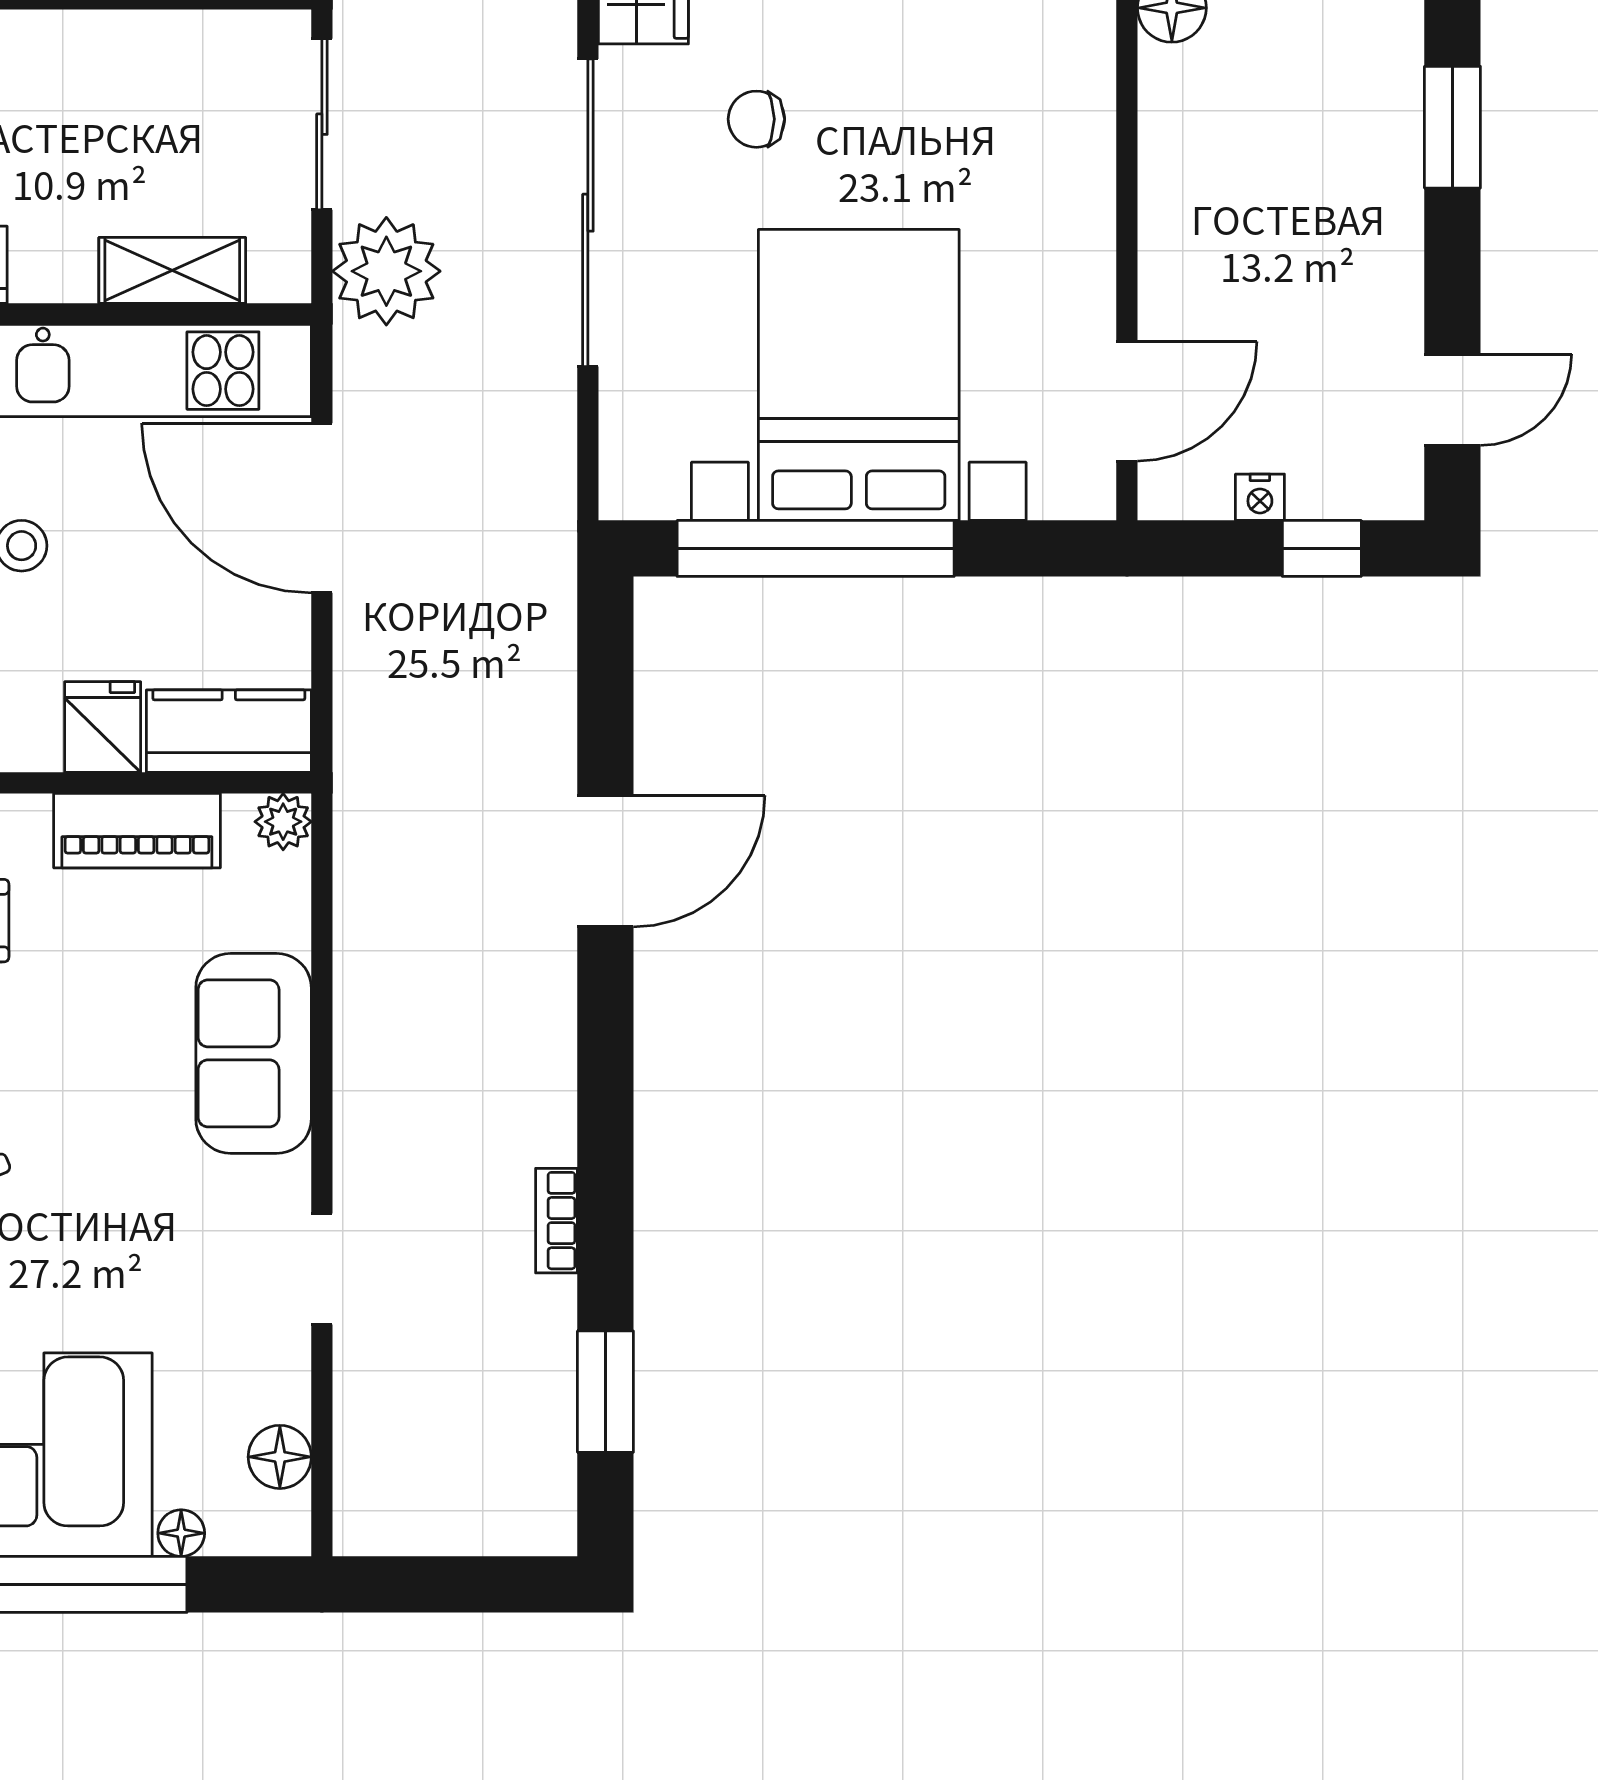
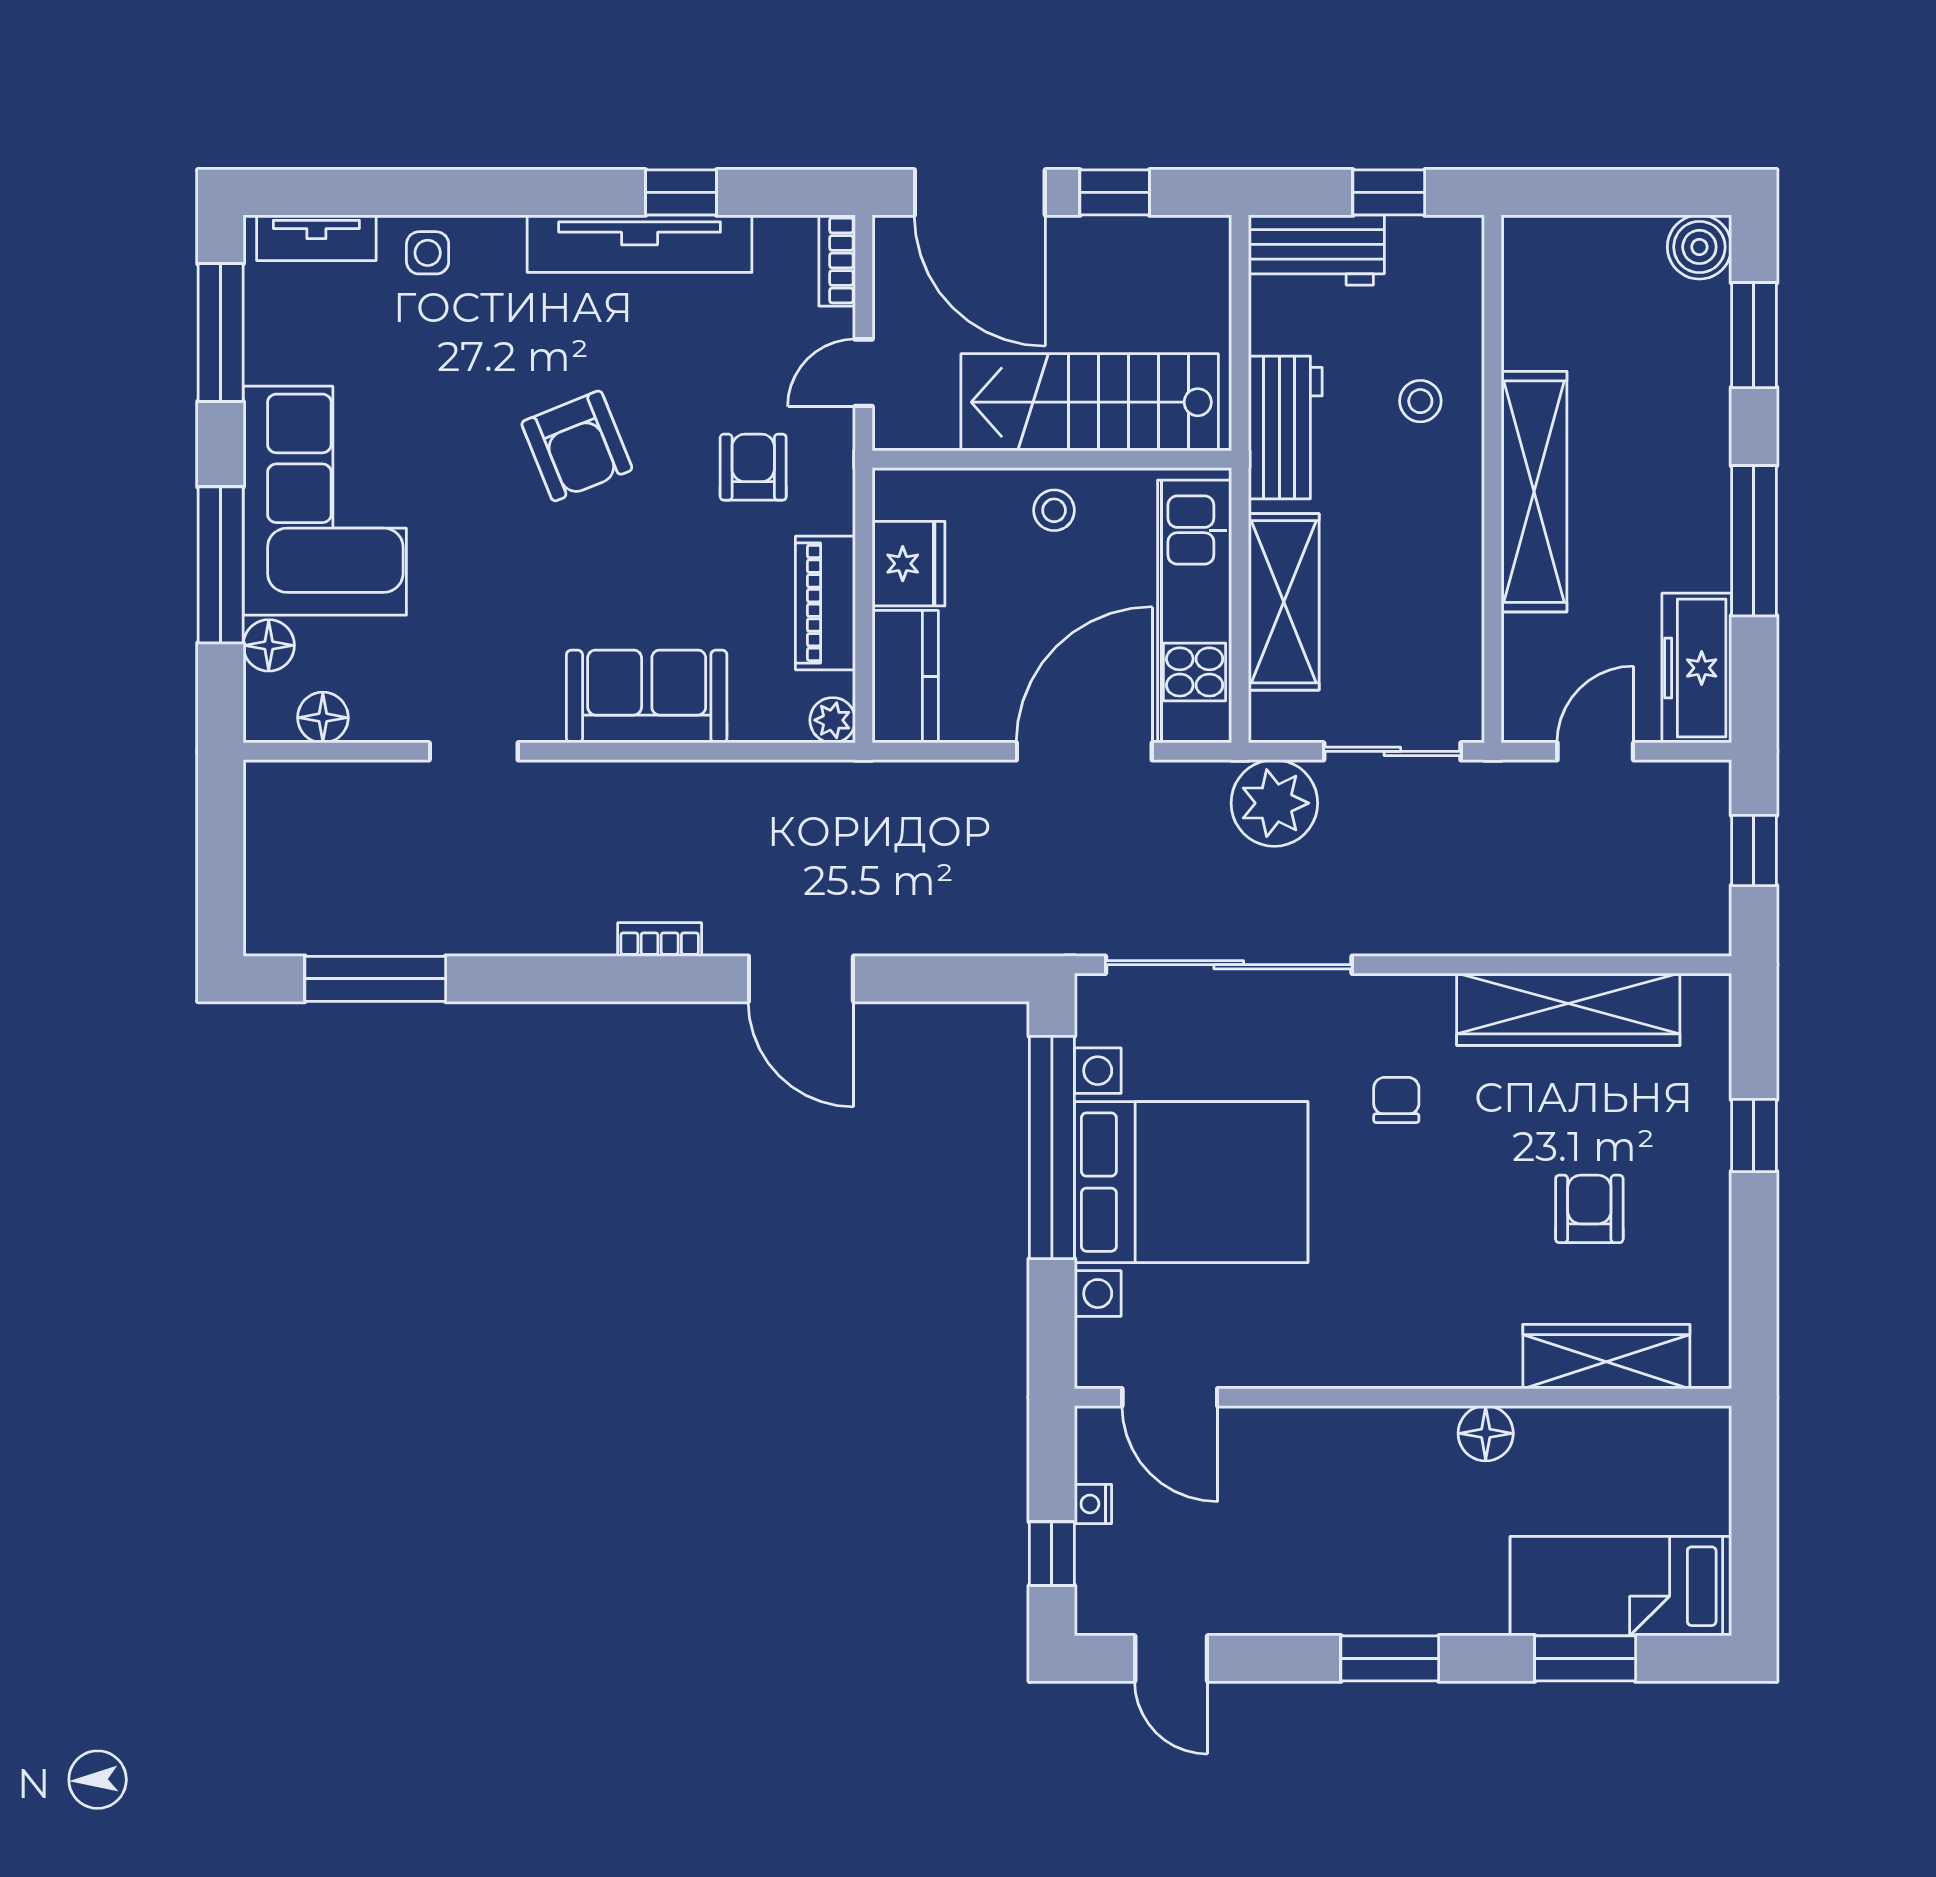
sliding door: (588, 213) -> (1229, 965), moved
shelving: (172, 270) -> (1284, 602), width x1.50, depth x1.33
fridge: (103, 727) -> (909, 564), width x1.38
bookcase: (556, 1221) -> (660, 940), moved
window: (605, 1392) -> (375, 979), width x1.44
floor lamp: (181, 1533) -> (269, 645), width x1.37, depth x1.37

